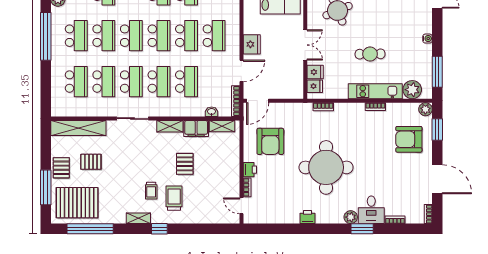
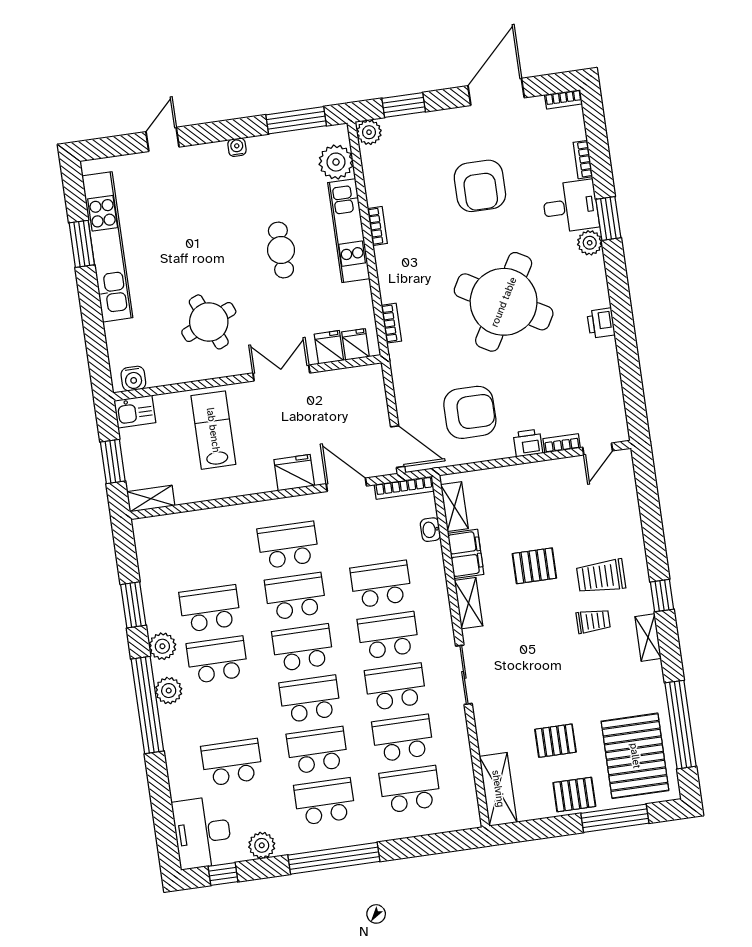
shelving: (78, 128) -> (498, 789), width x0.68
armchair: (409, 139) -> (480, 186), moved
pallet: (91, 162) -> (555, 741), turned 90
round table: (326, 167) -> (504, 302), turned 30

